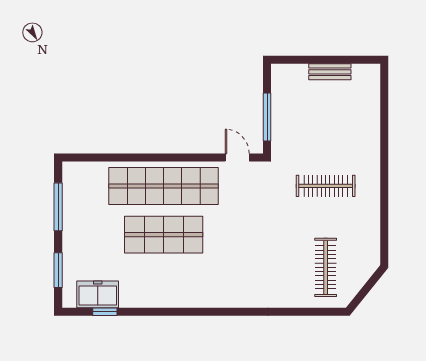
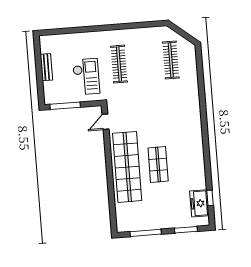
window: (267, 117) -> (65, 106), moved
checkout: (310, 133) -> (86, 77), added
shop shelf: (164, 235) -> (158, 165), width x0.70, depth x0.74
clothes rail: (326, 267) -> (171, 60), turned 90

